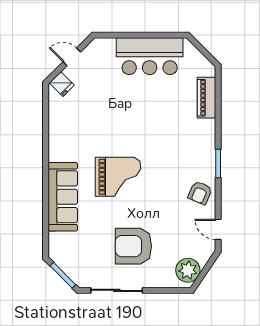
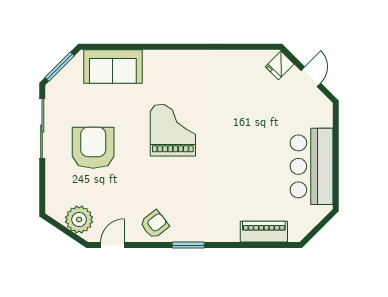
grand piano: (118, 177) -> (173, 130), turned 180
armchair: (200, 193) -> (154, 224), turned 119
sofa: (63, 197) -> (113, 66), moved, width x0.73
plant: (188, 270) -> (79, 220), moved

